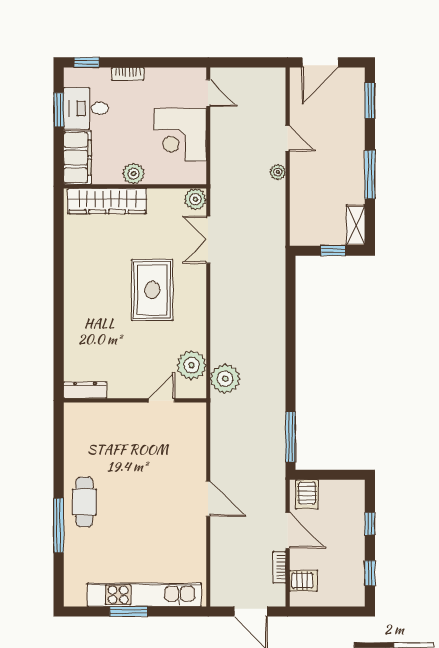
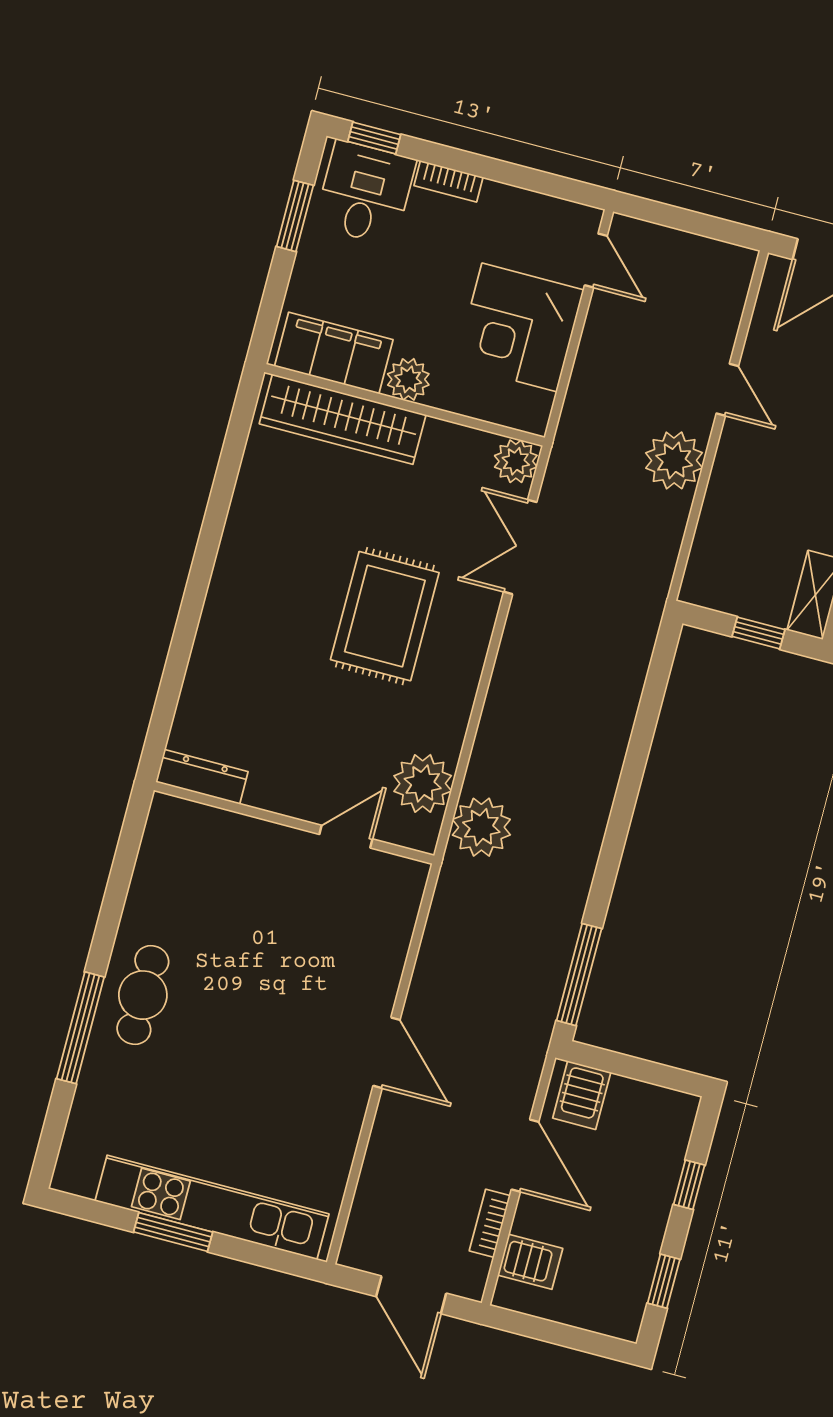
desk: (86, 108) -> (365, 193), moved, turned 90
filing cabinet: (77, 158) -> (334, 353), moved, turned -90
plant: (278, 172) -> (674, 460), width x1.88, depth x1.88

